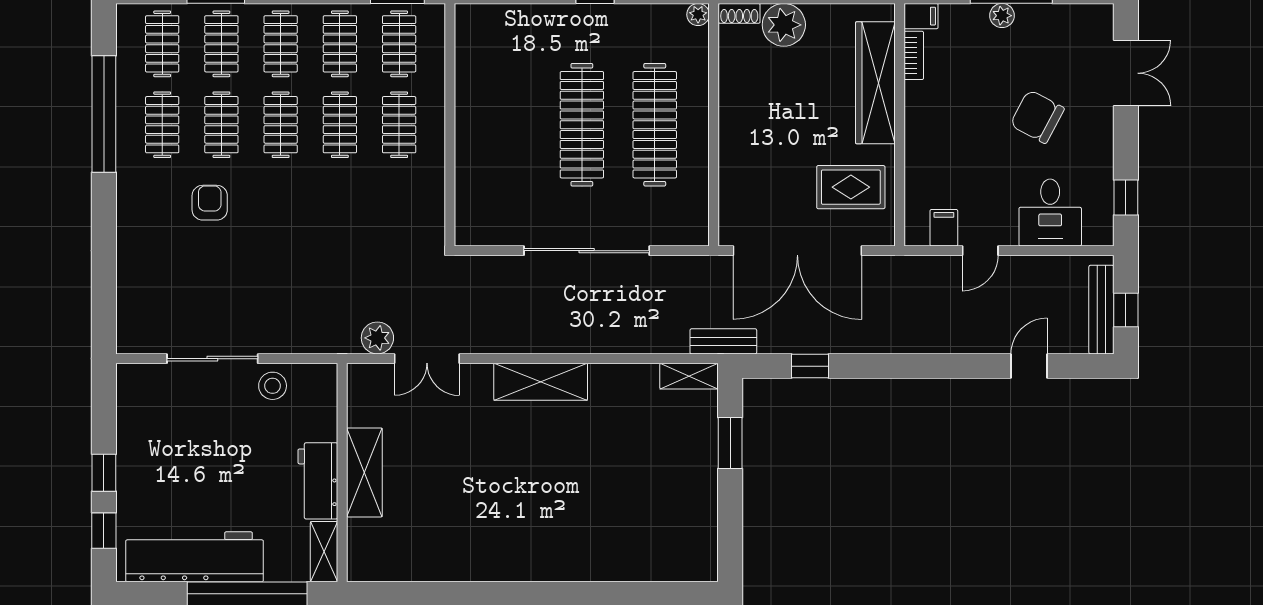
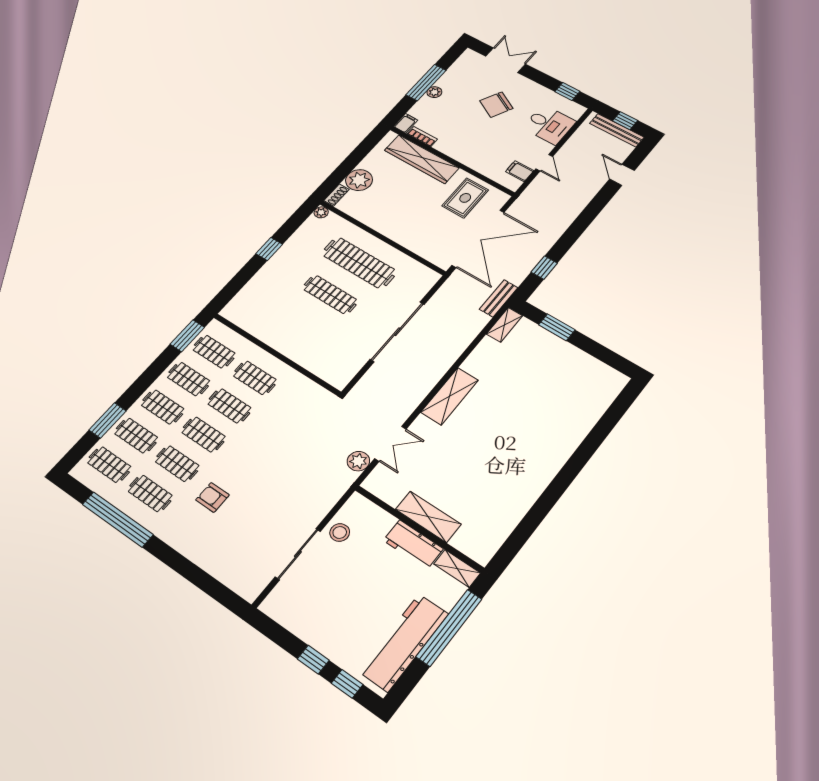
clothes rail: (582, 125) -> (330, 295), width x0.73, depth x0.76

